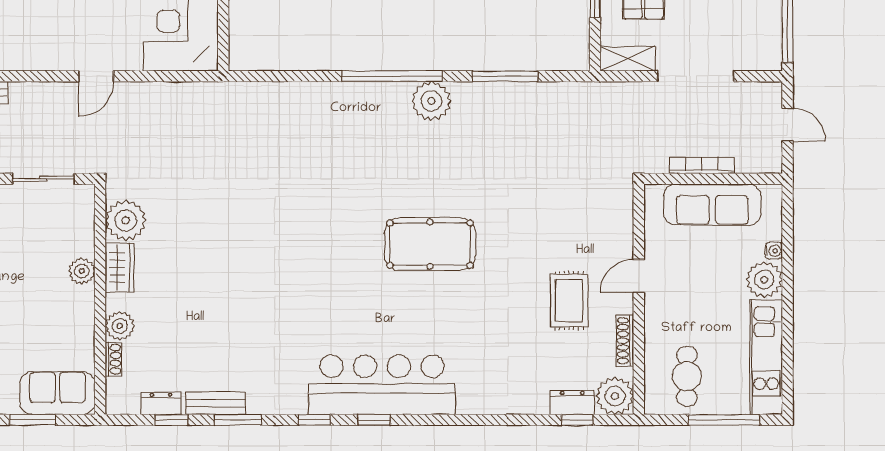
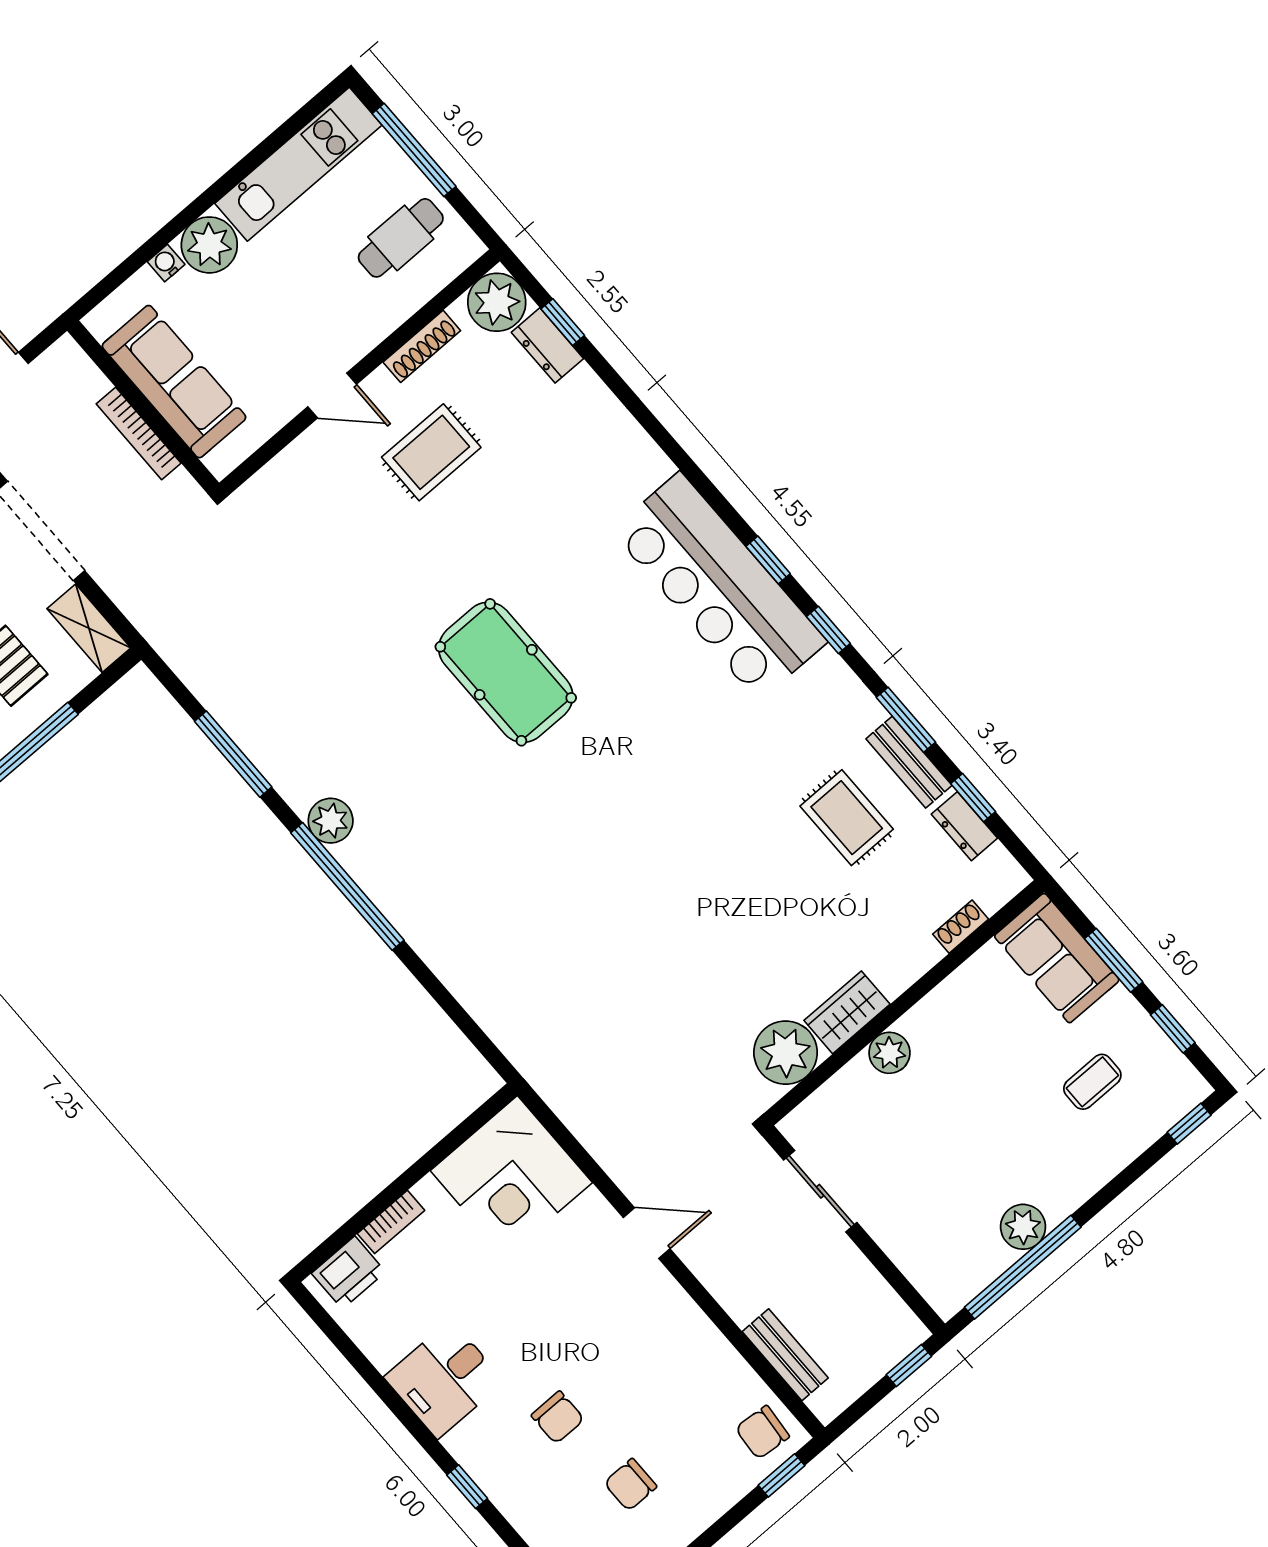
plant: (431, 101) -> (331, 821), width x0.73, depth x0.73
plant: (120, 326) -> (915, 953), removed
rug: (215, 350) -> (847, 818), added

